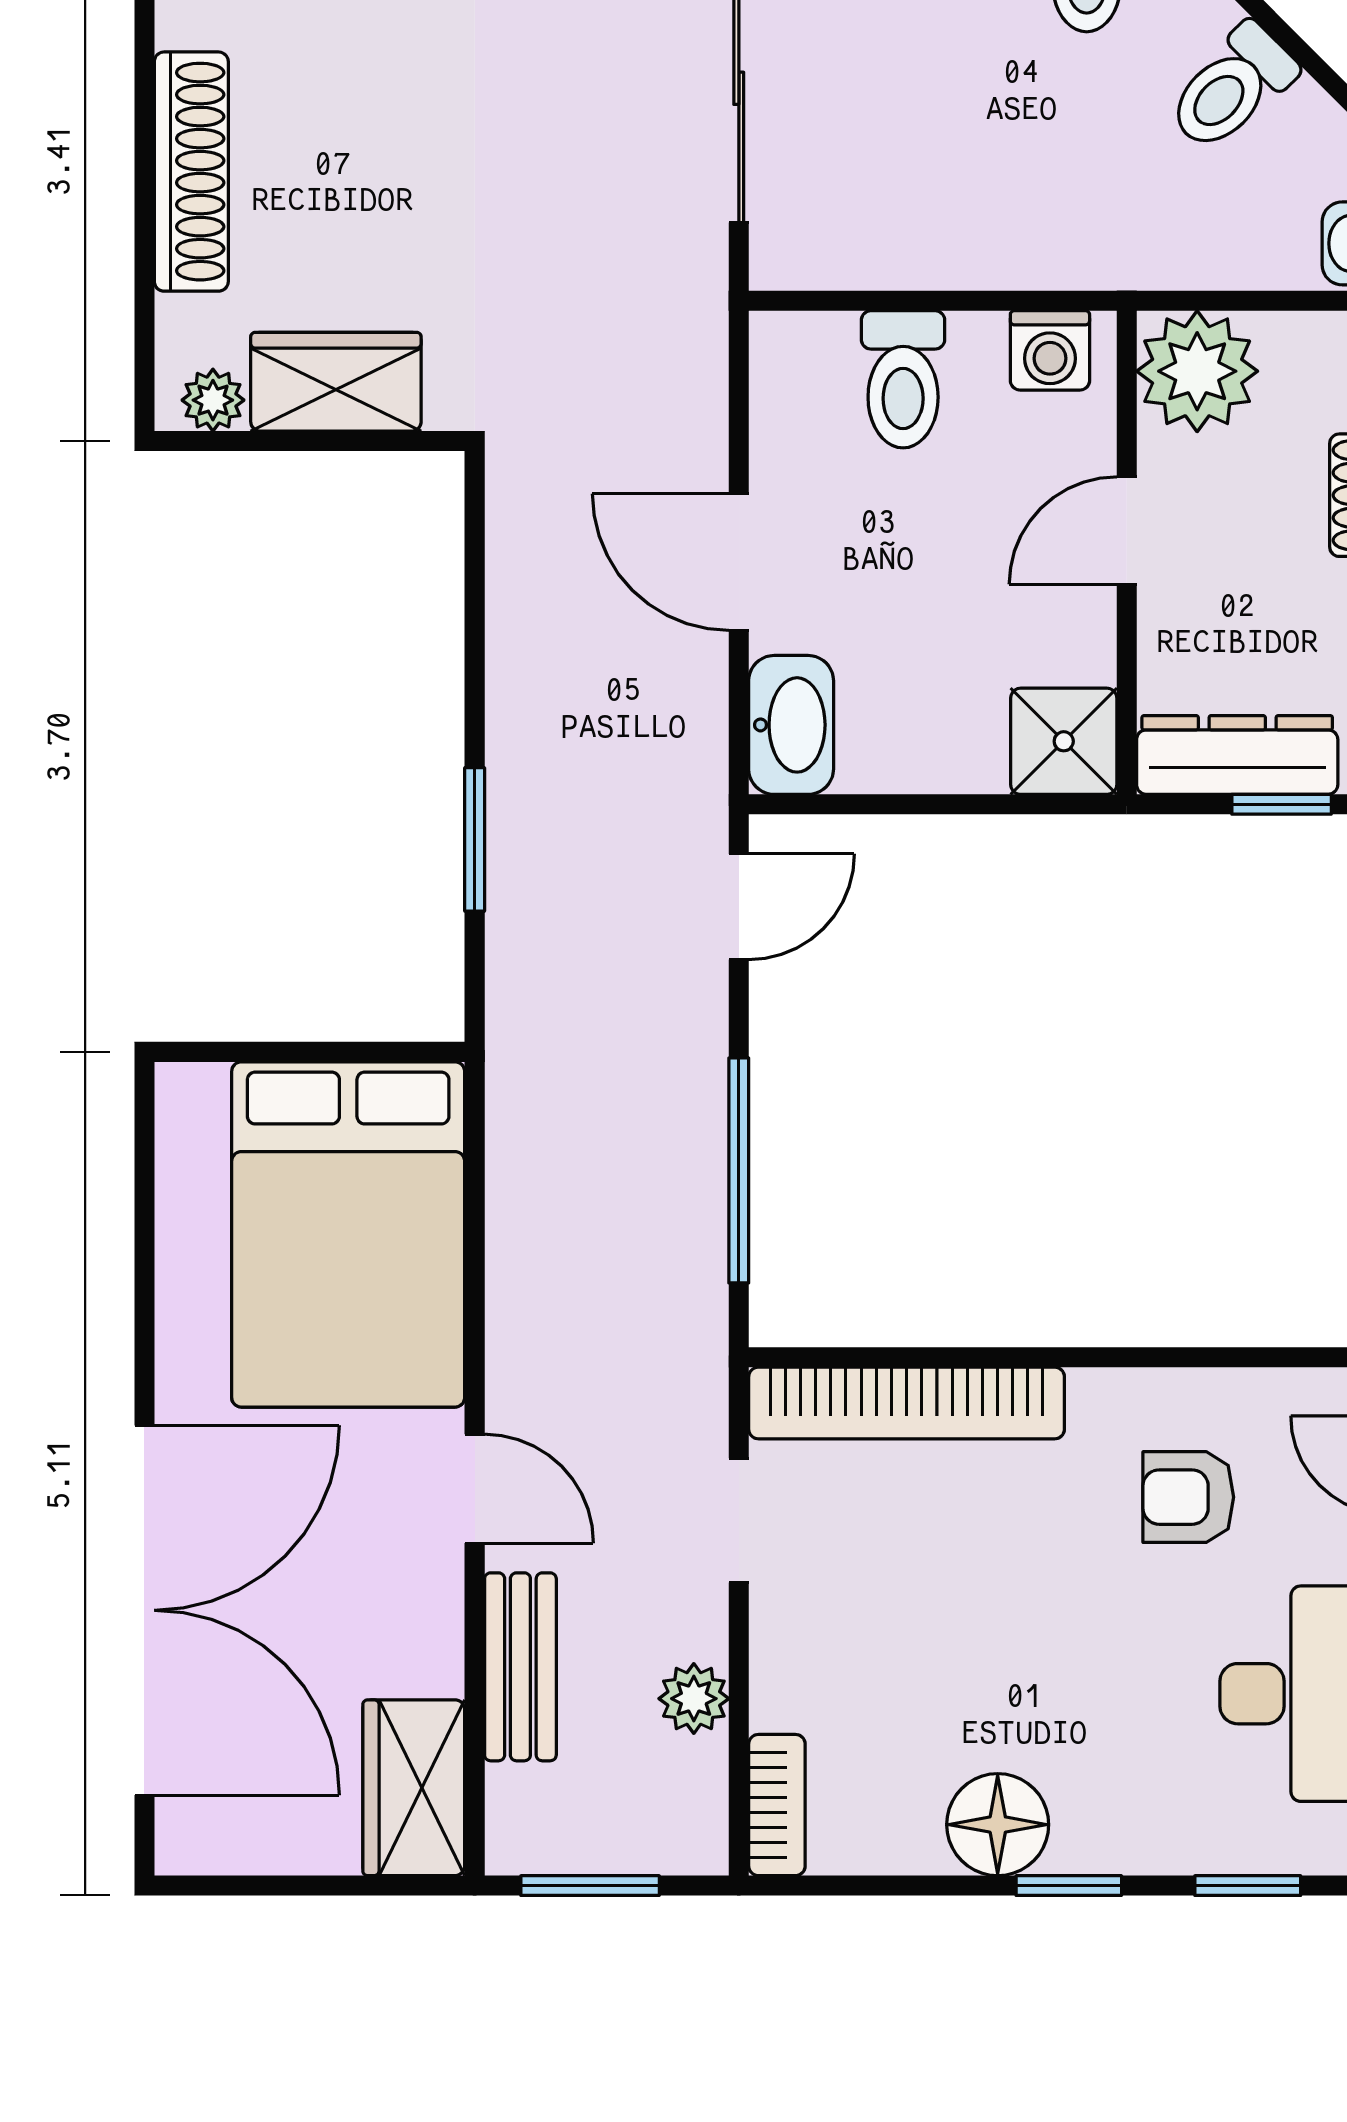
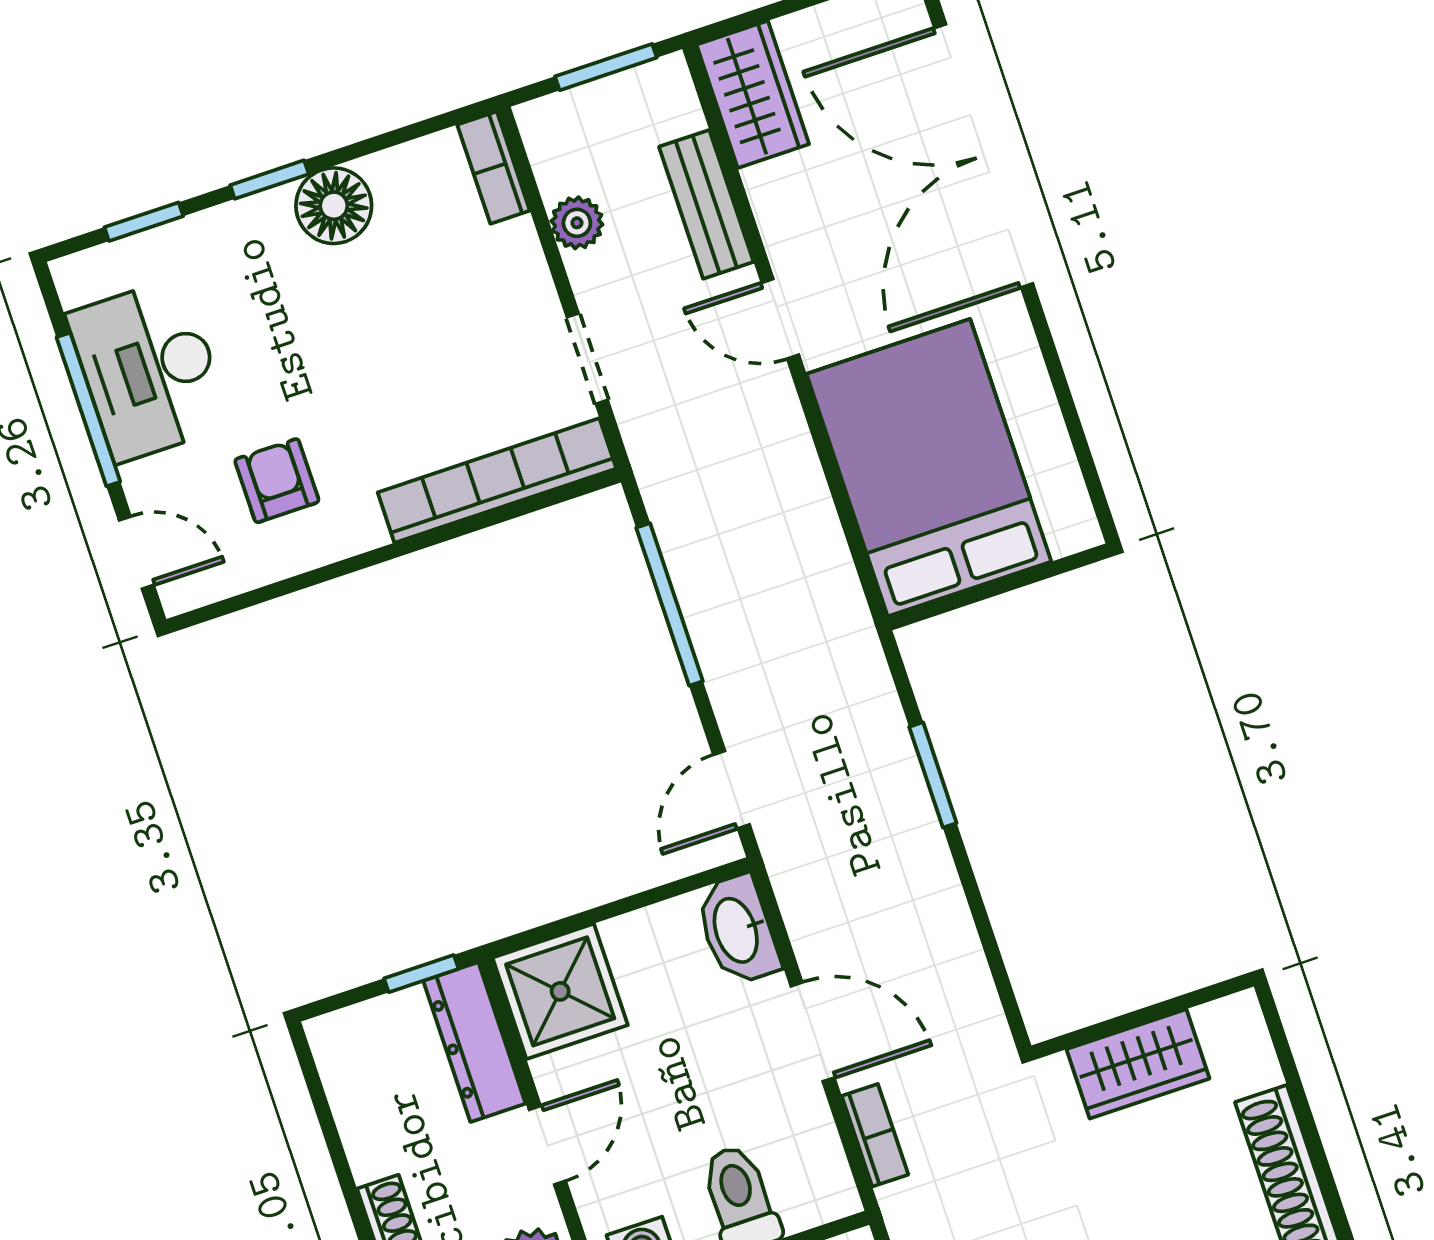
plant: (213, 400) -> (1220, 1022), removed
bookcase: (703, 403) -> (875, 1135), added
shower: (1064, 741) -> (560, 991), width x1.36, depth x1.36
dresser: (1237, 755) -> (474, 1042), moved, turned 90
window: (1282, 804) -> (421, 974), moved
armchair: (1188, 1497) -> (277, 481), turned -90

